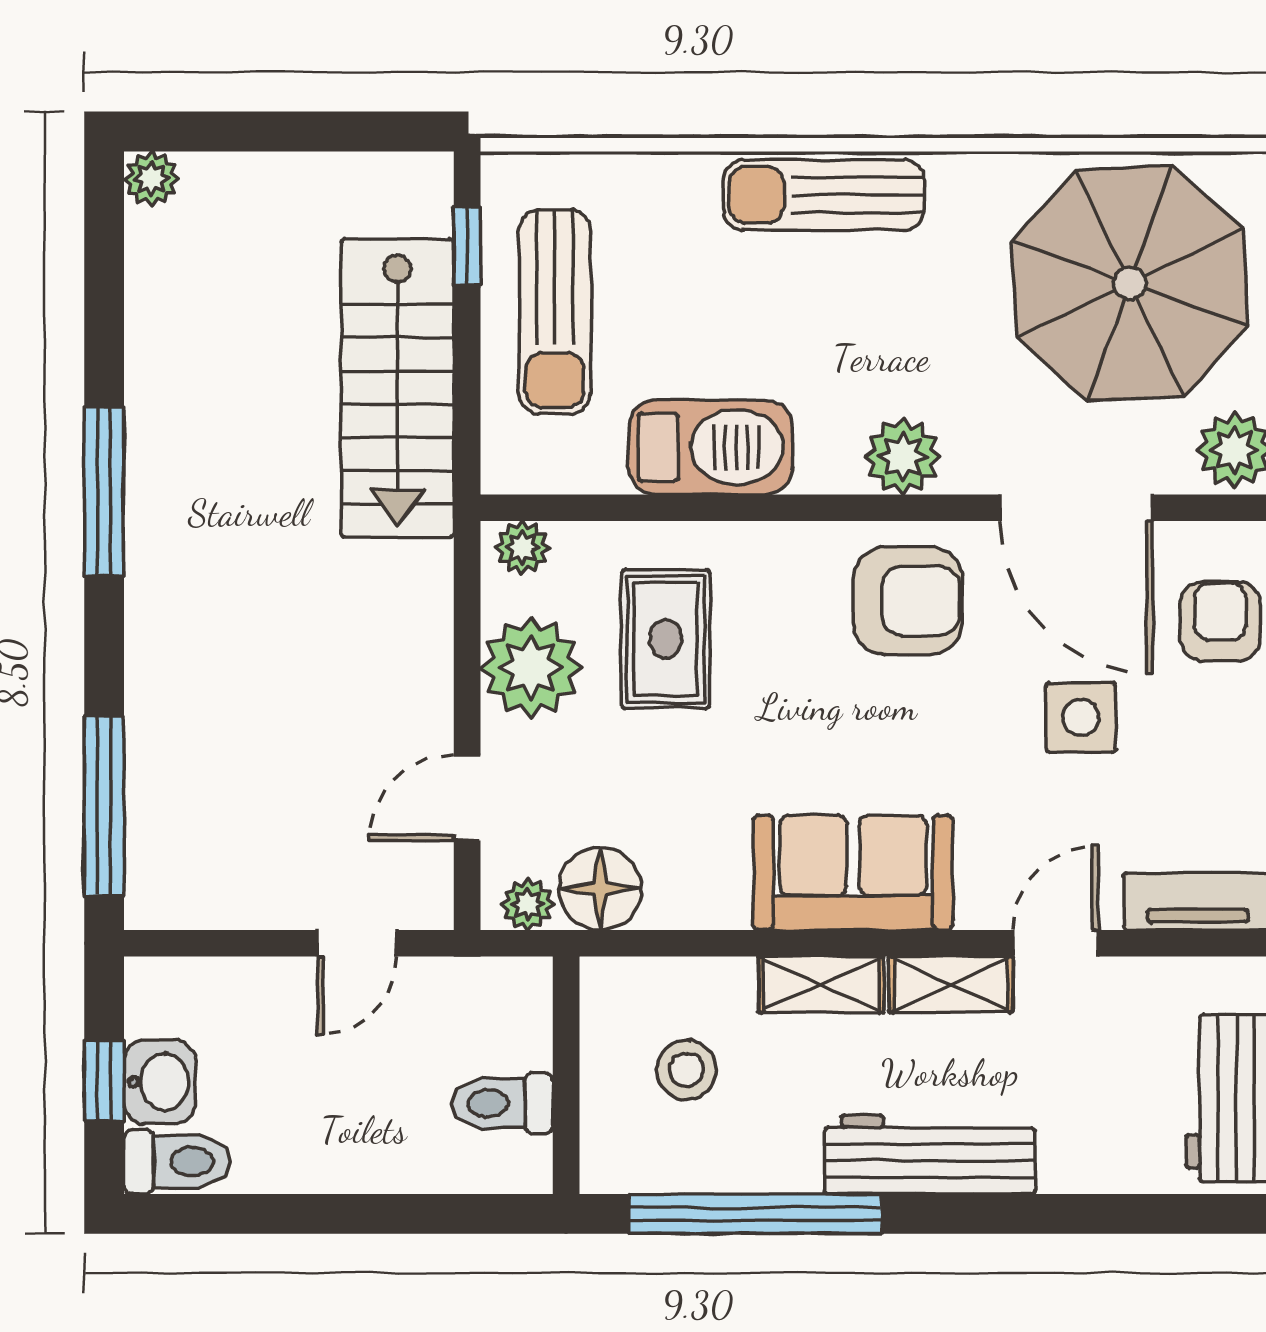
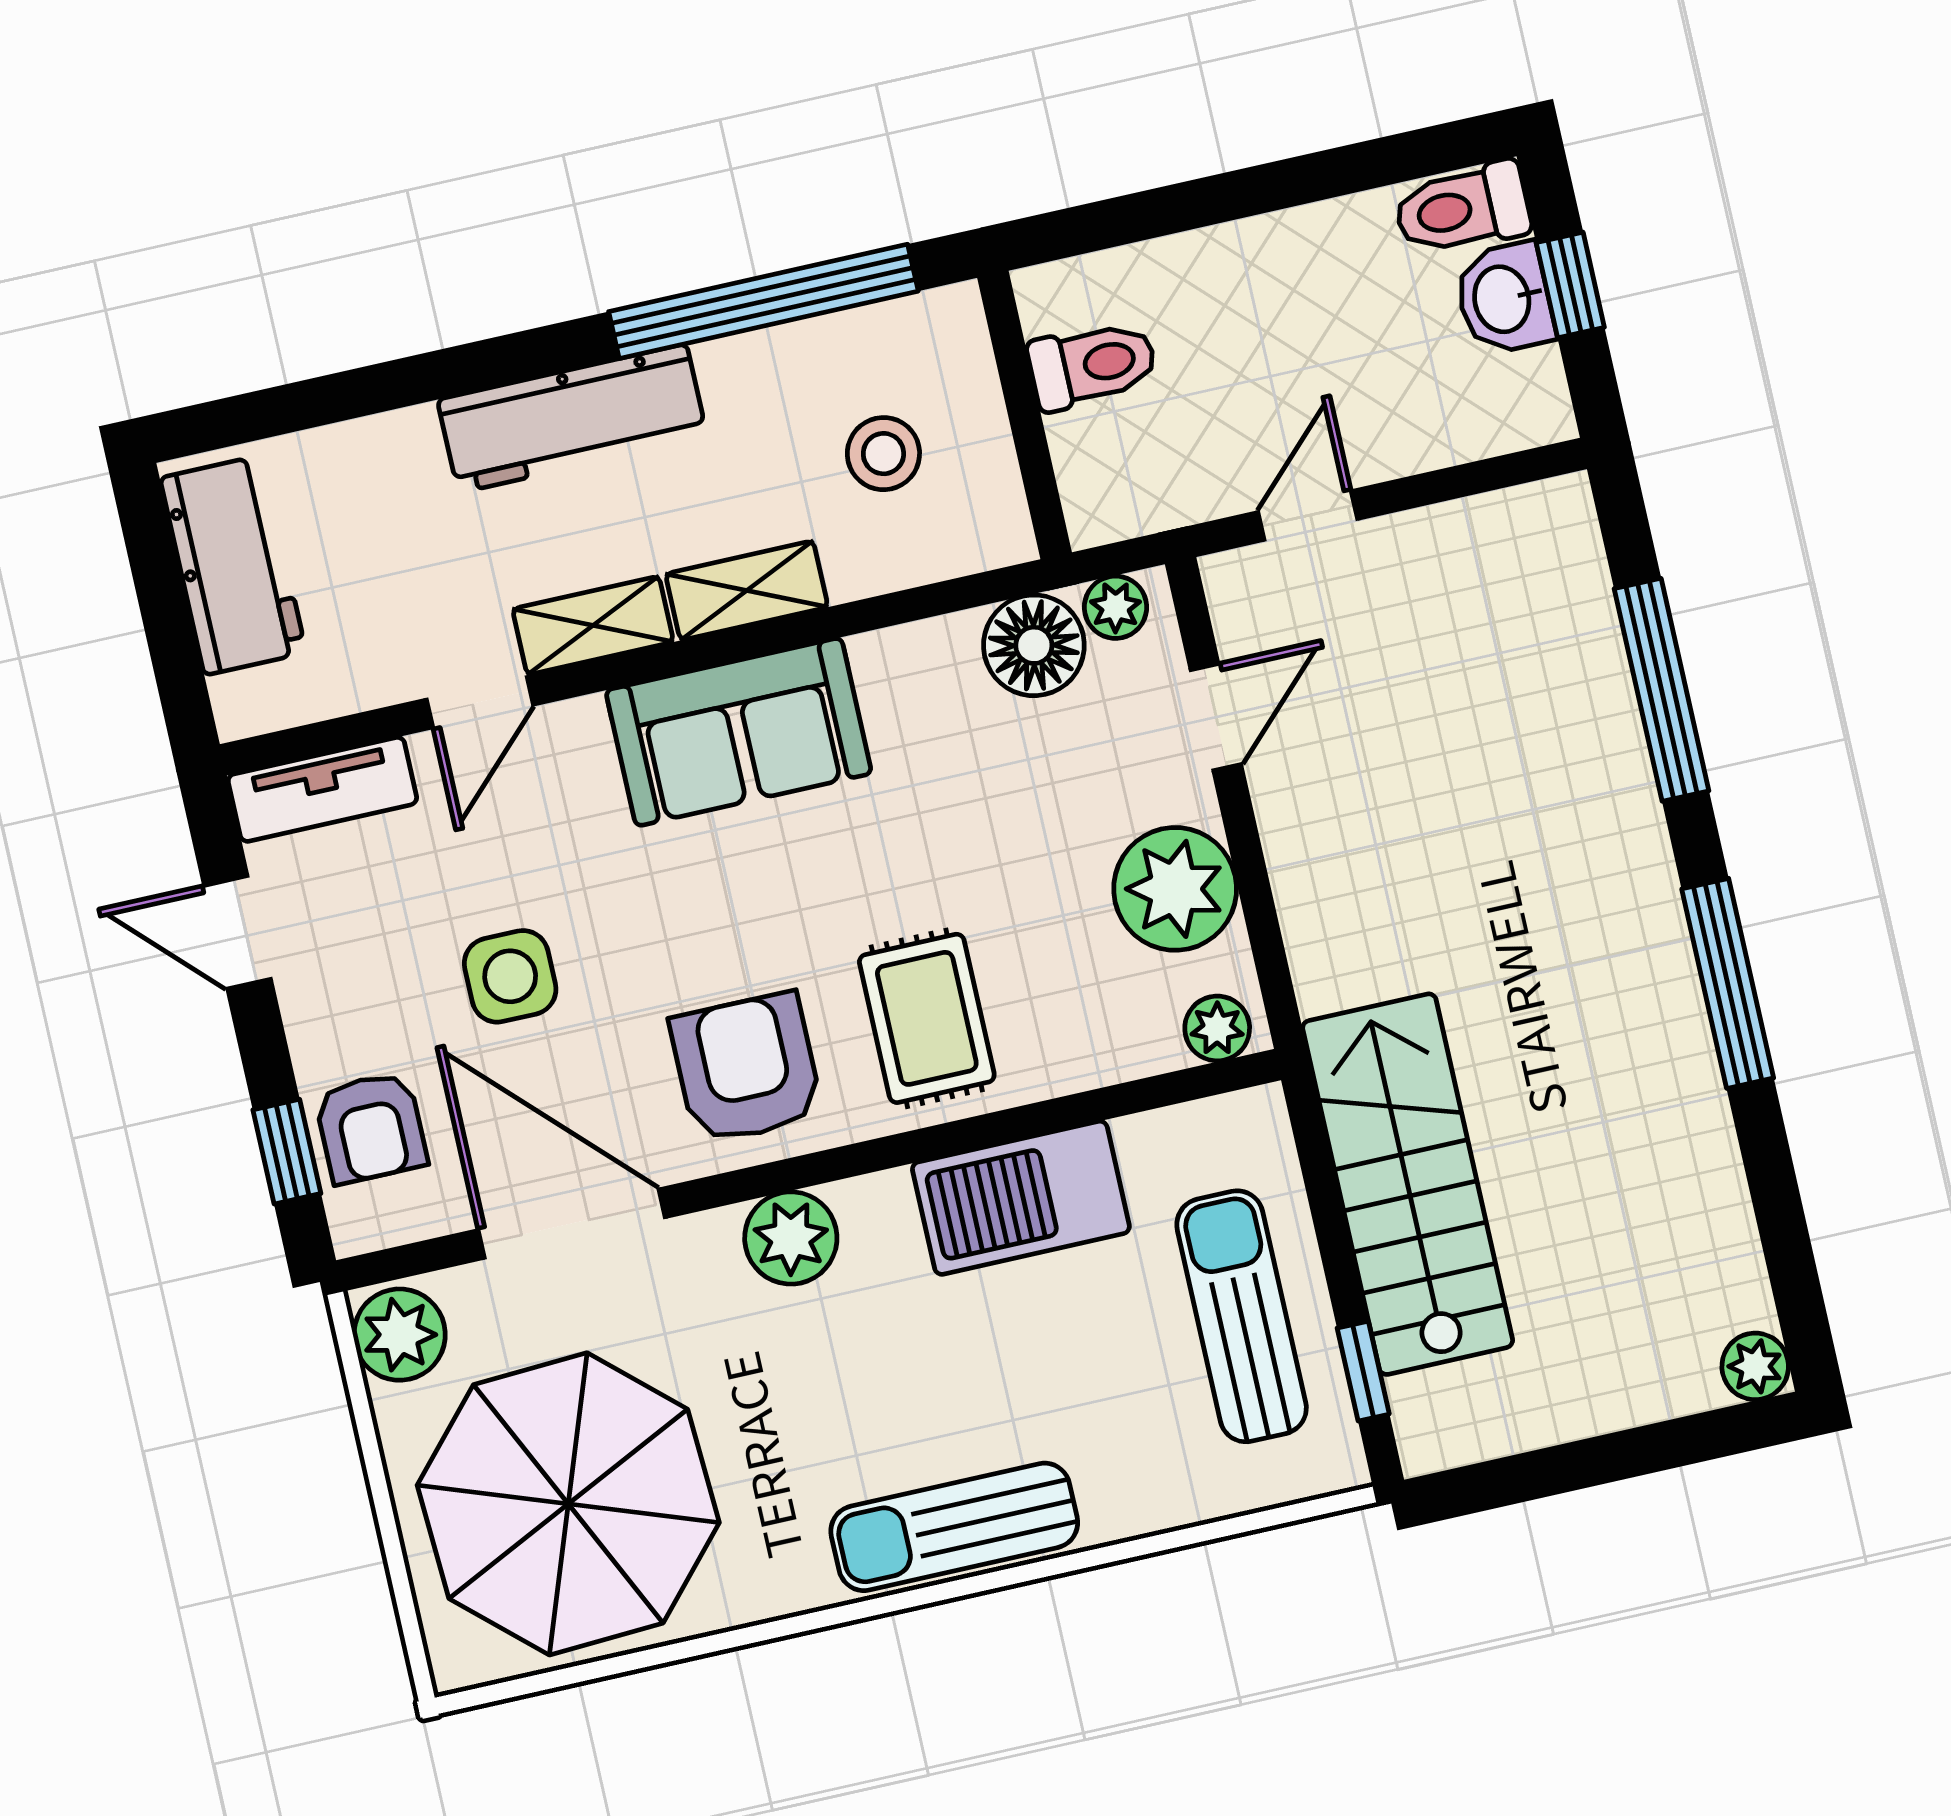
sun lounger: (824, 195) -> (954, 1527), turned 180
armchair: (908, 601) -> (746, 1068), turned 90
rug: (666, 639) -> (927, 1018), moved
window: (104, 806) -> (1662, 690), moved

